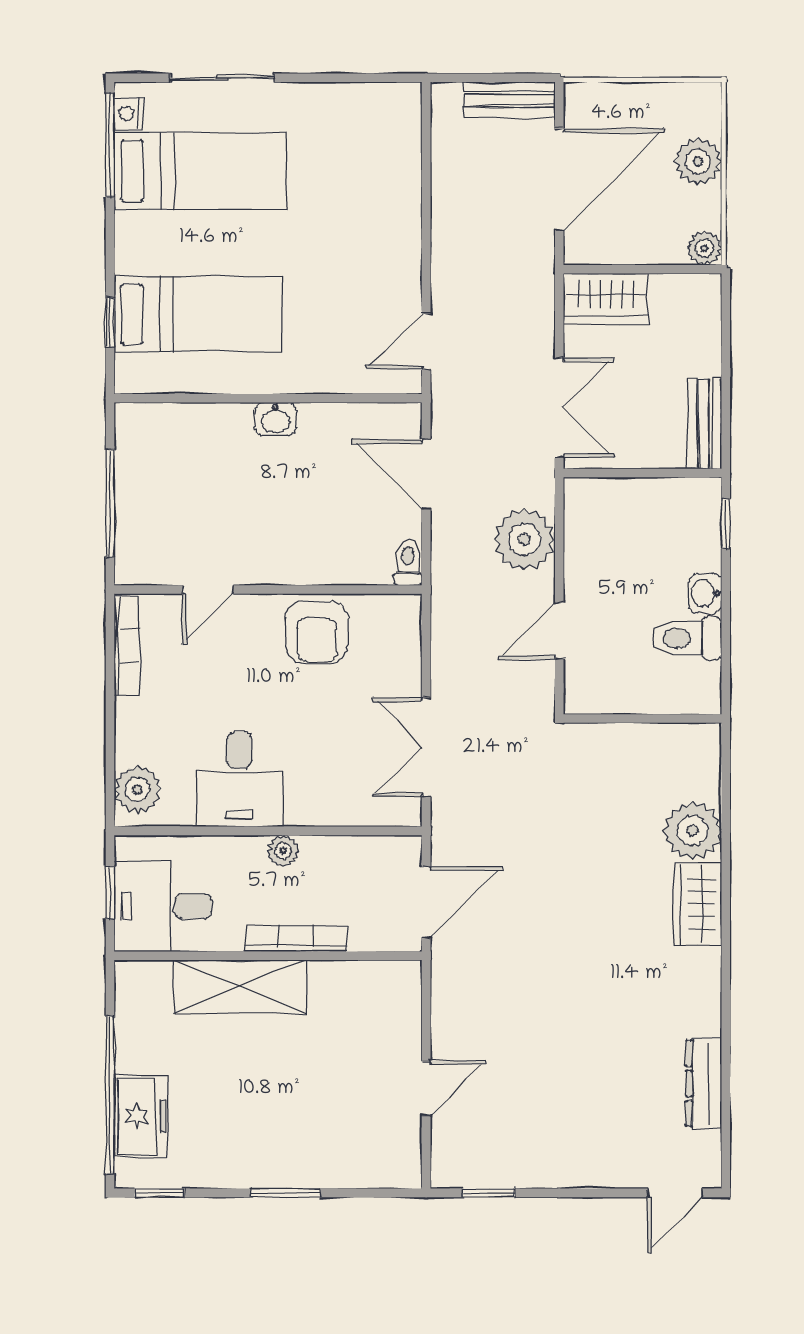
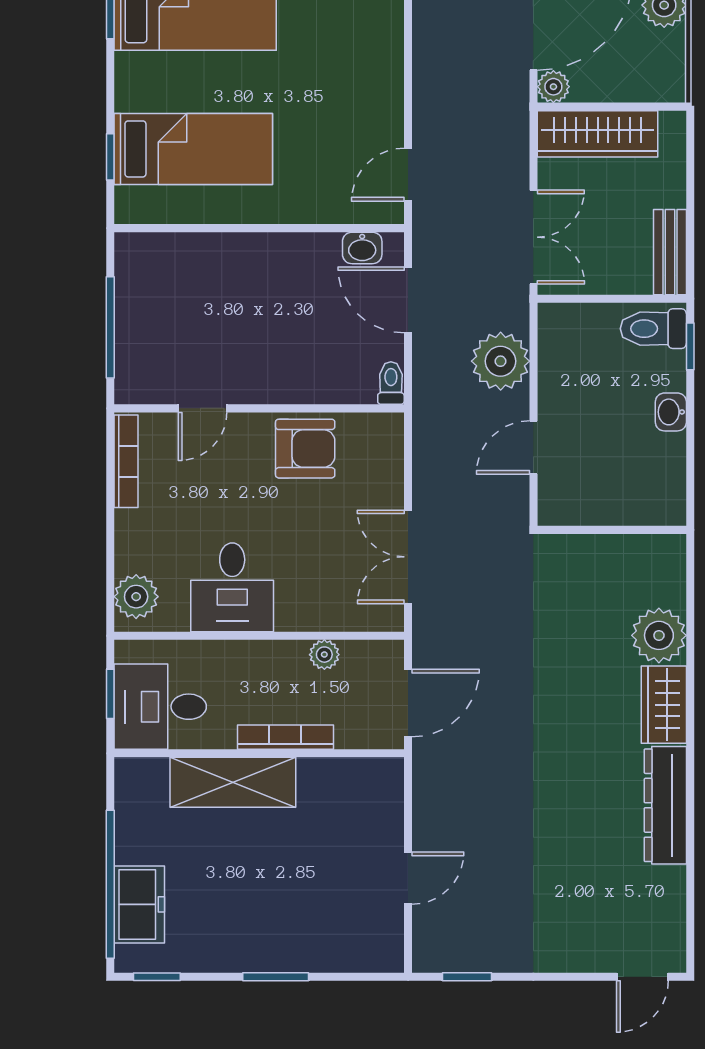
plant: (705, 248) -> (553, 87), moved
wardrobe: (606, 298) -> (598, 134), width x1.50
washbasin: (275, 419) -> (362, 248), moved
armchair: (317, 632) -> (305, 449), turned -90
toilet: (687, 638) -> (653, 329), moved
plant: (283, 851) -> (324, 655), moved
dresser: (704, 1083) -> (665, 805), moved, width x1.37, depth x1.24

